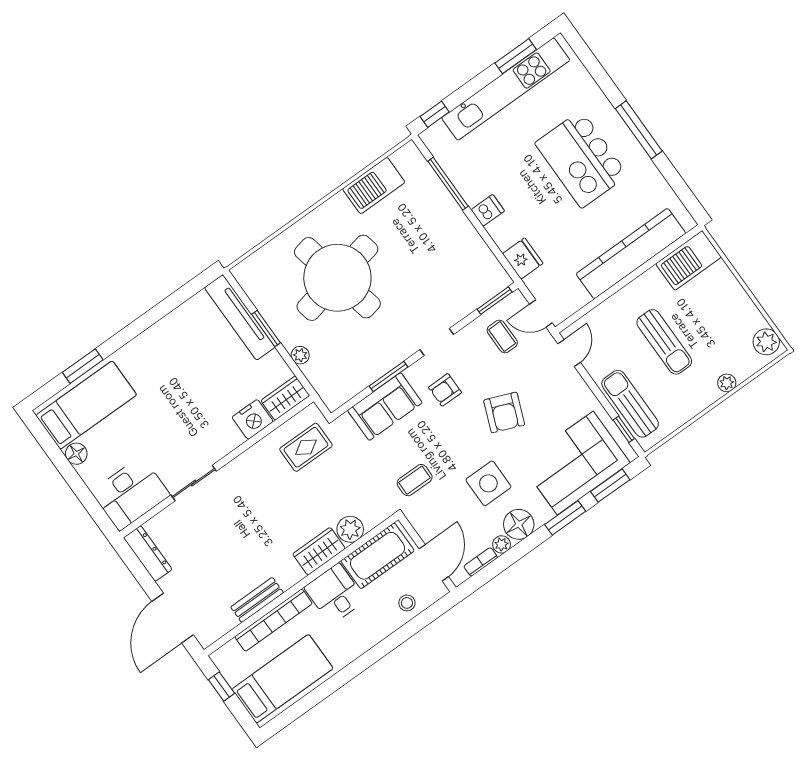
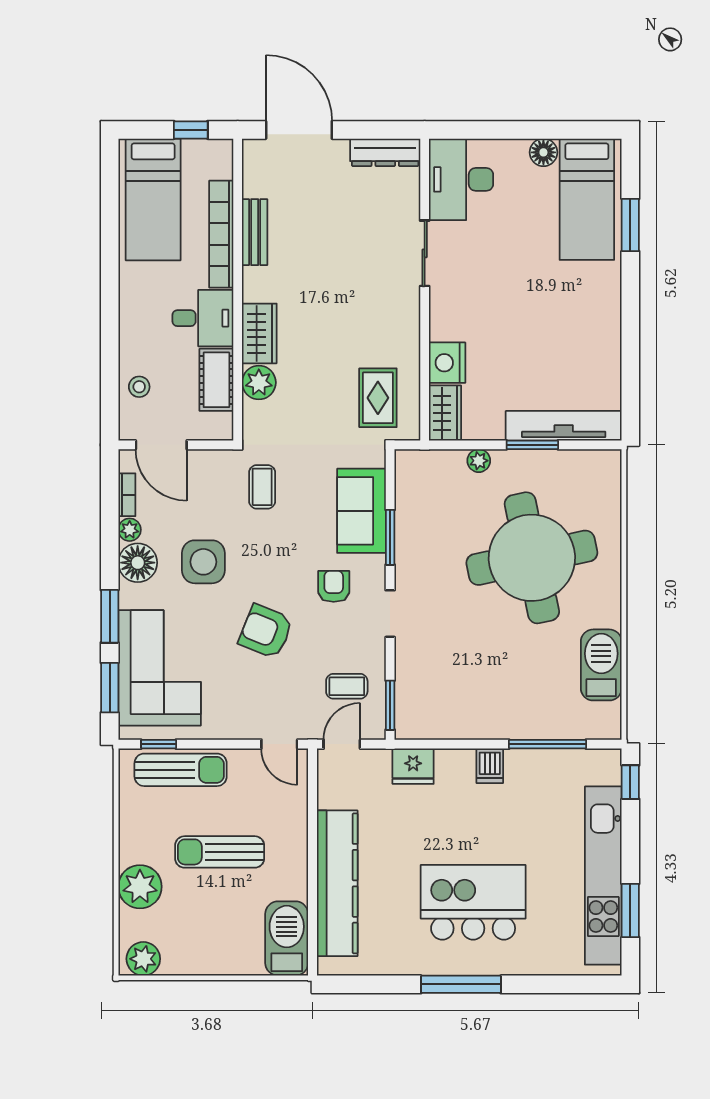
plant: (727, 383) -> (140, 887), width x1.88, depth x1.88
cot: (378, 556) -> (216, 380), width x0.73, depth x0.75

